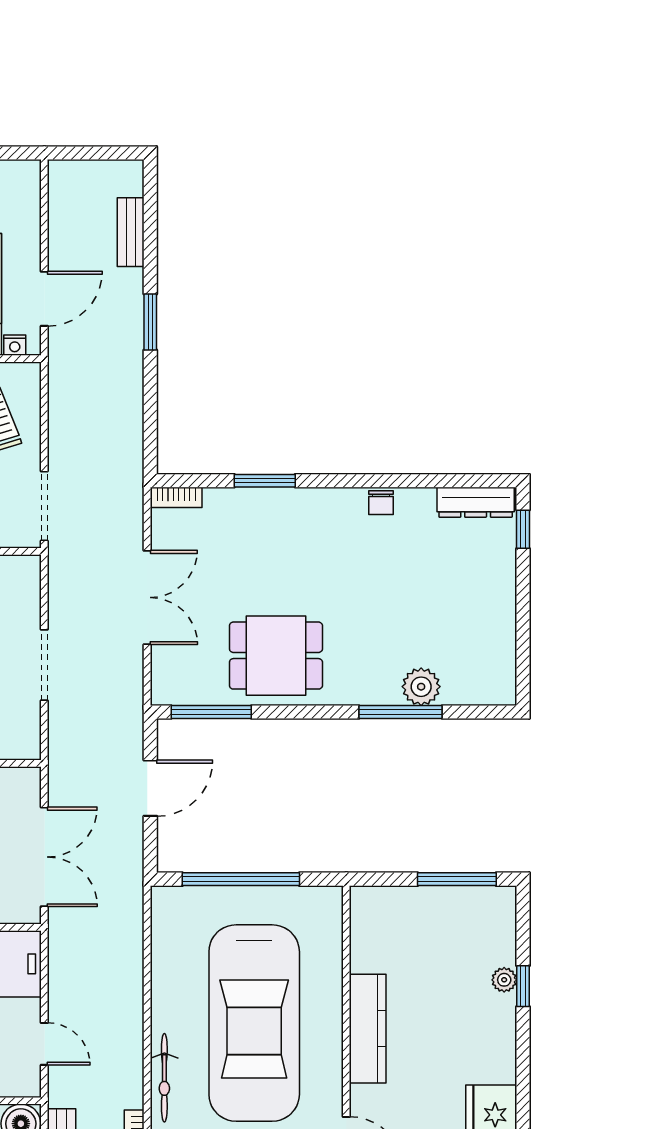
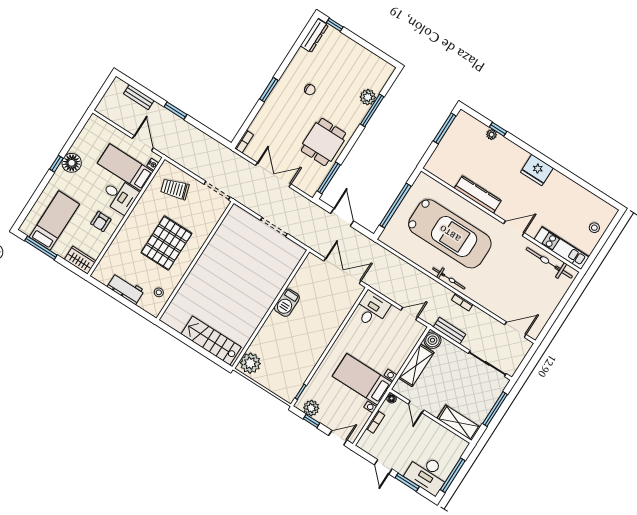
window: (265, 481) -> (269, 90), moved
chair: (381, 503) -> (310, 90), moved

